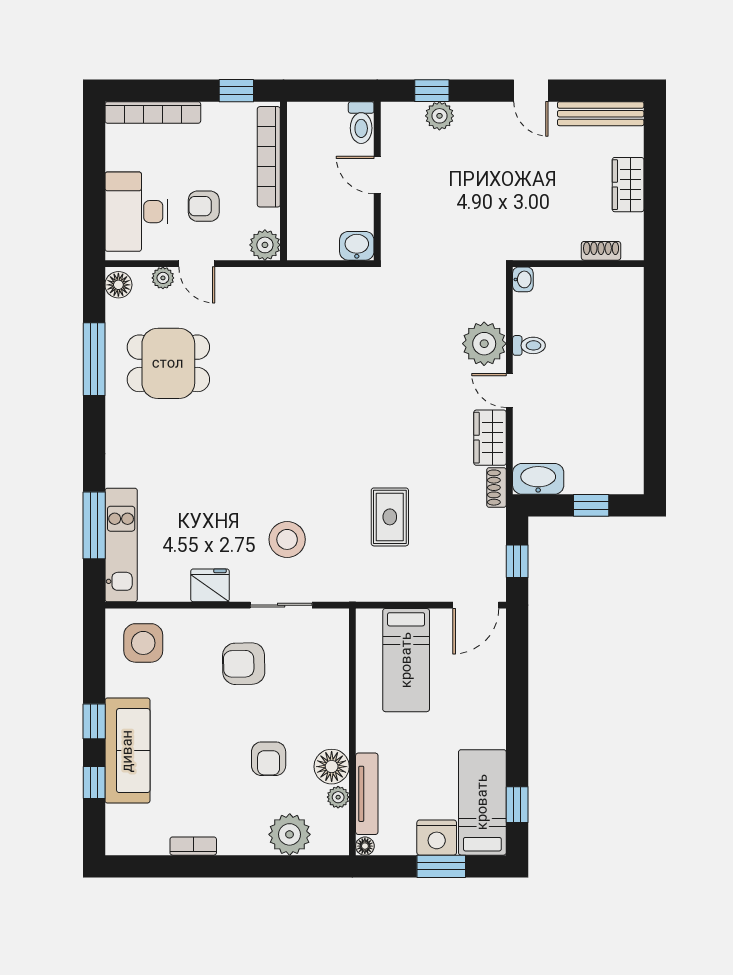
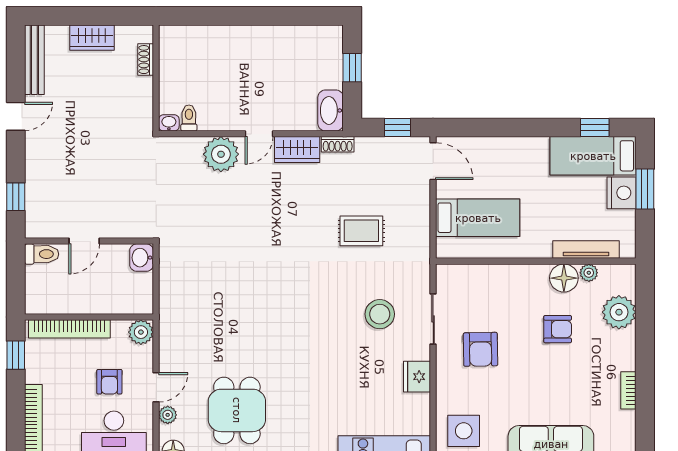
plant: (439, 116) -> (36, 191), removed
toilet: (529, 345) -> (189, 118), moved
floor lamp: (365, 846) -> (628, 251), removed

